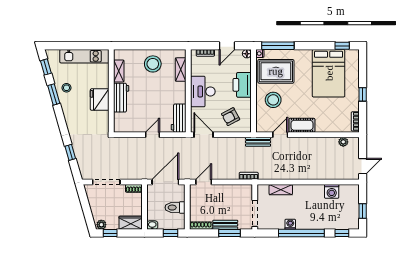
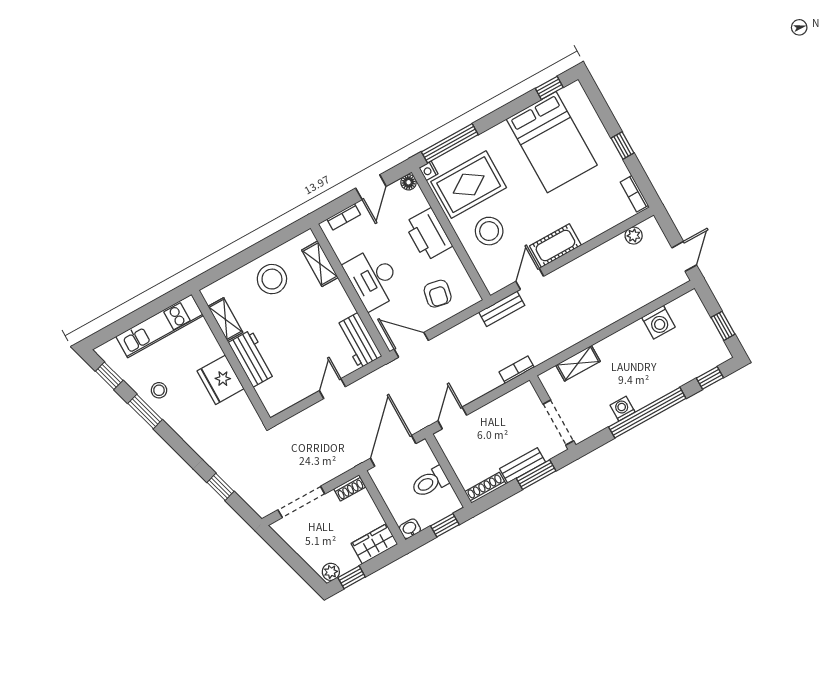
armchair: (231, 117) -> (438, 294), turned -51

